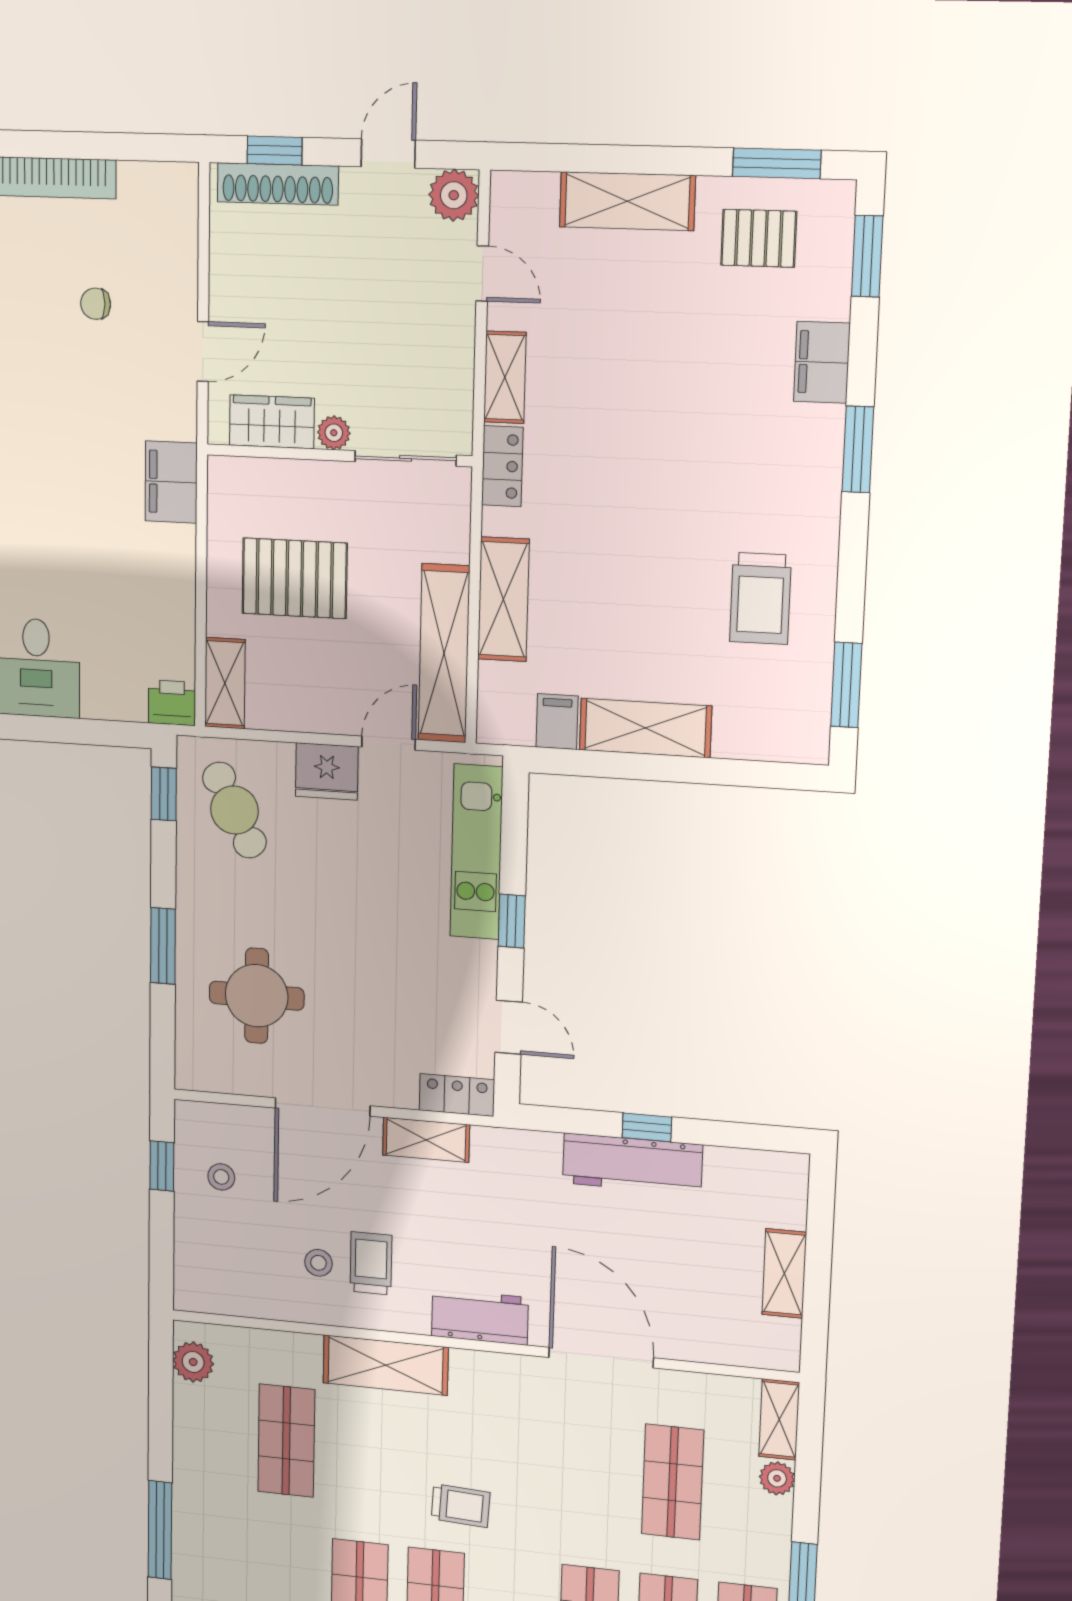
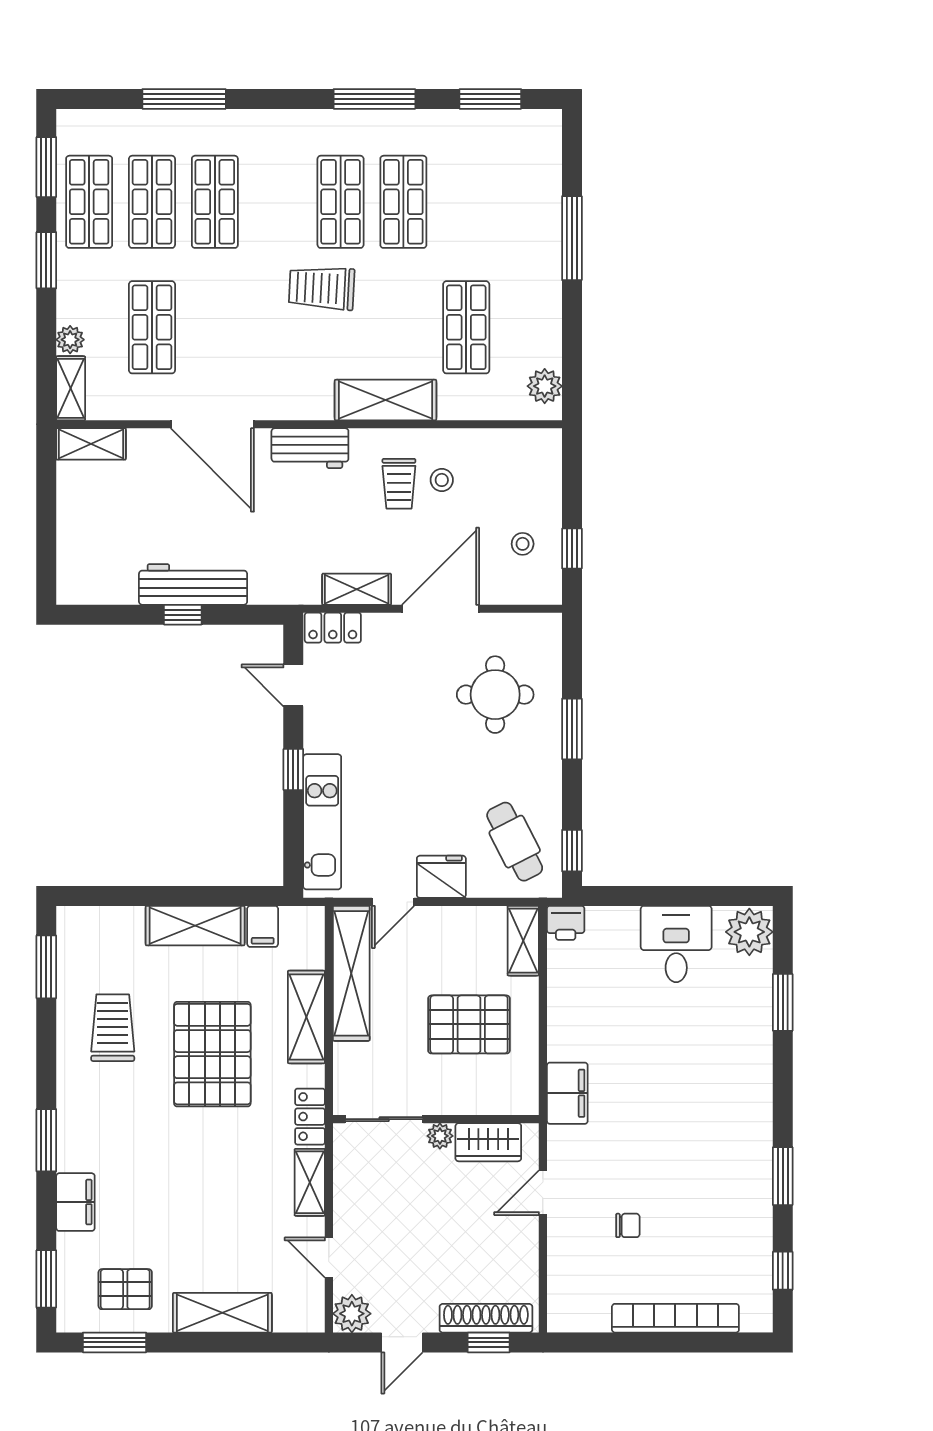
pallet: (629, 556) -> (212, 1054), added
shelving: (784, 1273) -> (91, 444), moved, turned 90
trolley: (461, 1506) -> (322, 288), width x1.36, depth x1.39

